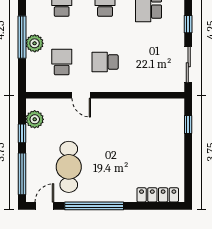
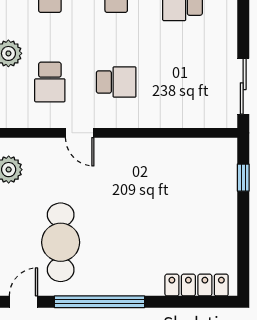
window: (188, 24) -> (243, 24), removed
school desk: (62, 62) -> (50, 82), turned 180
school desk: (105, 62) -> (116, 82), turned 180

